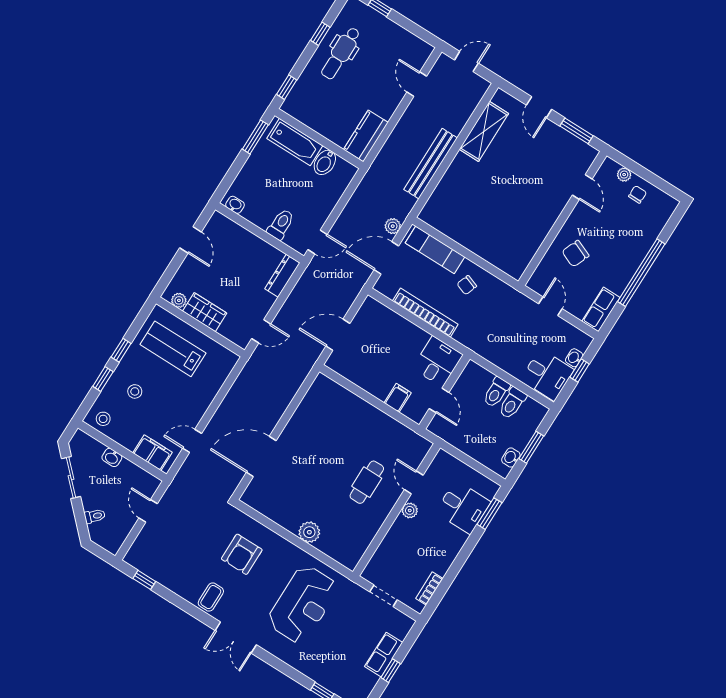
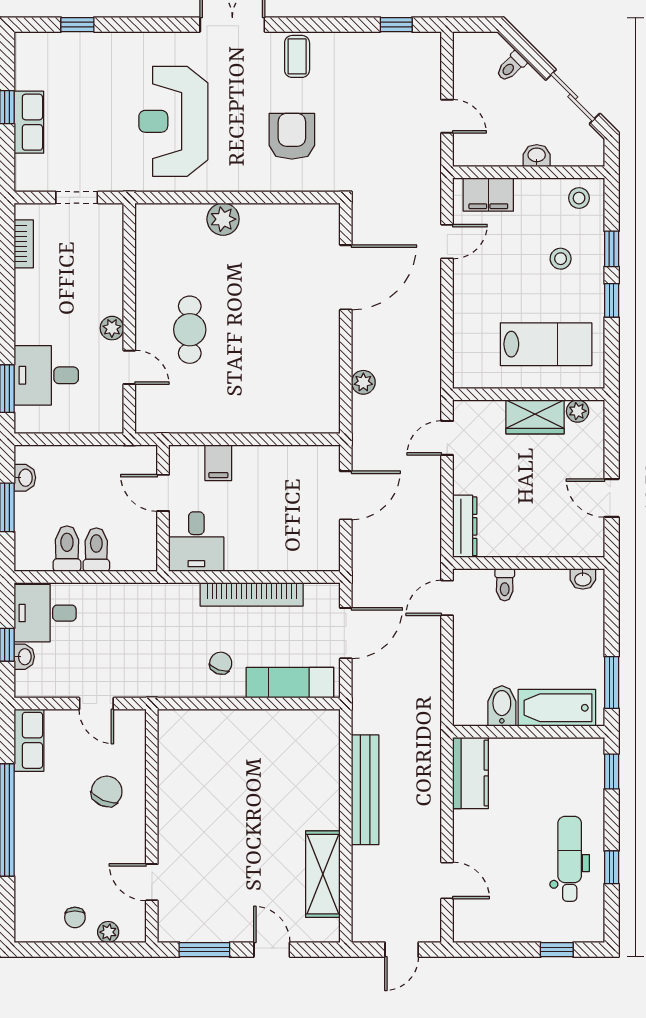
toilet: (281, 224) -> (505, 585), width x0.73, depth x0.72
plant: (393, 226) -> (363, 382), moved

